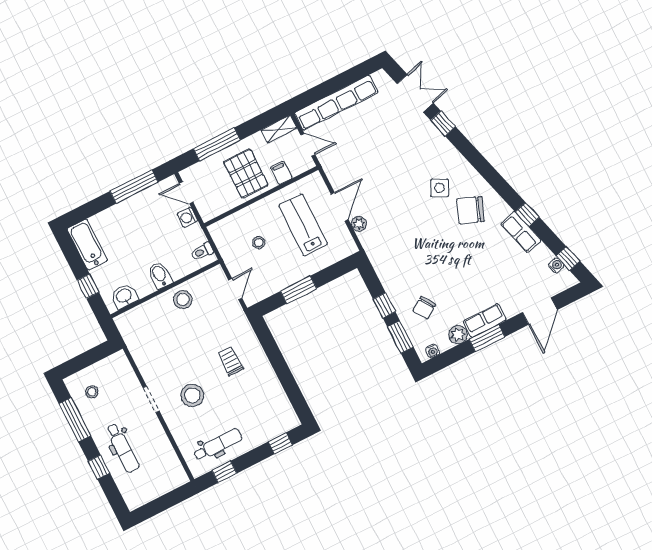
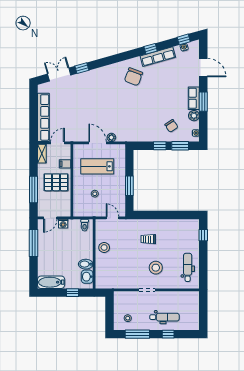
side table: (440, 188) -> (114, 87), removed
row of seats: (521, 232) -> (158, 57), width x1.48
bidet: (160, 275) -> (86, 264), moved
window: (224, 472) -> (203, 271), removed

